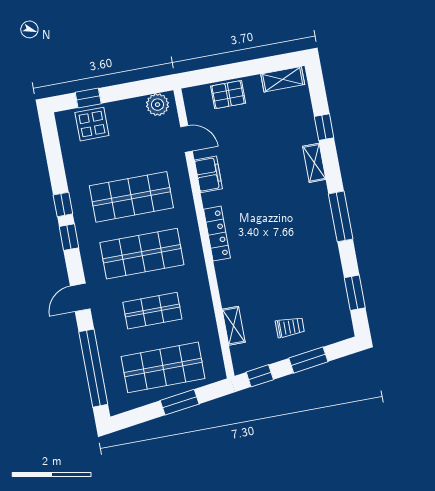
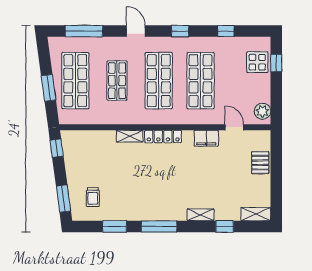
shelving: (283, 79) -> (256, 214), moved, turned 90
door: (187, 139) -> (234, 127), swing flipped
window: (63, 204) -> (226, 31), moved
window: (355, 293) -> (115, 226), moved
shelving: (234, 326) -> (130, 136), moved
trolley: (290, 327) -> (93, 197), moved
window: (308, 360) -> (63, 199), moved
window: (93, 368) -> (84, 31), width x0.68

